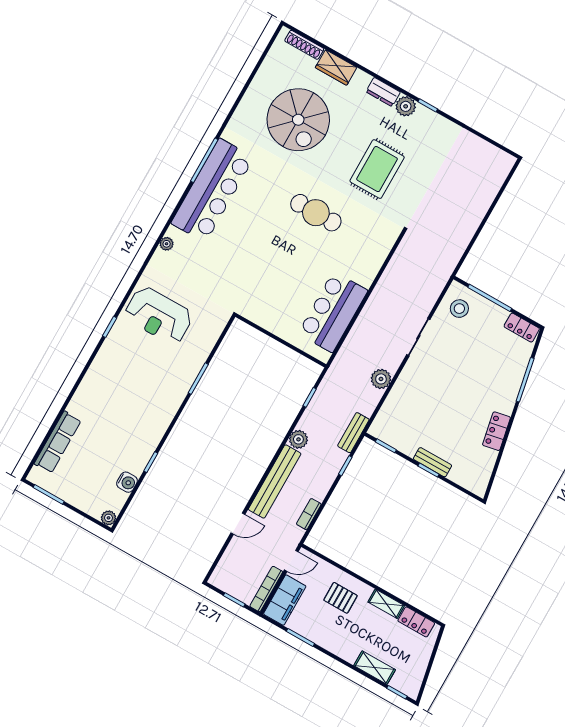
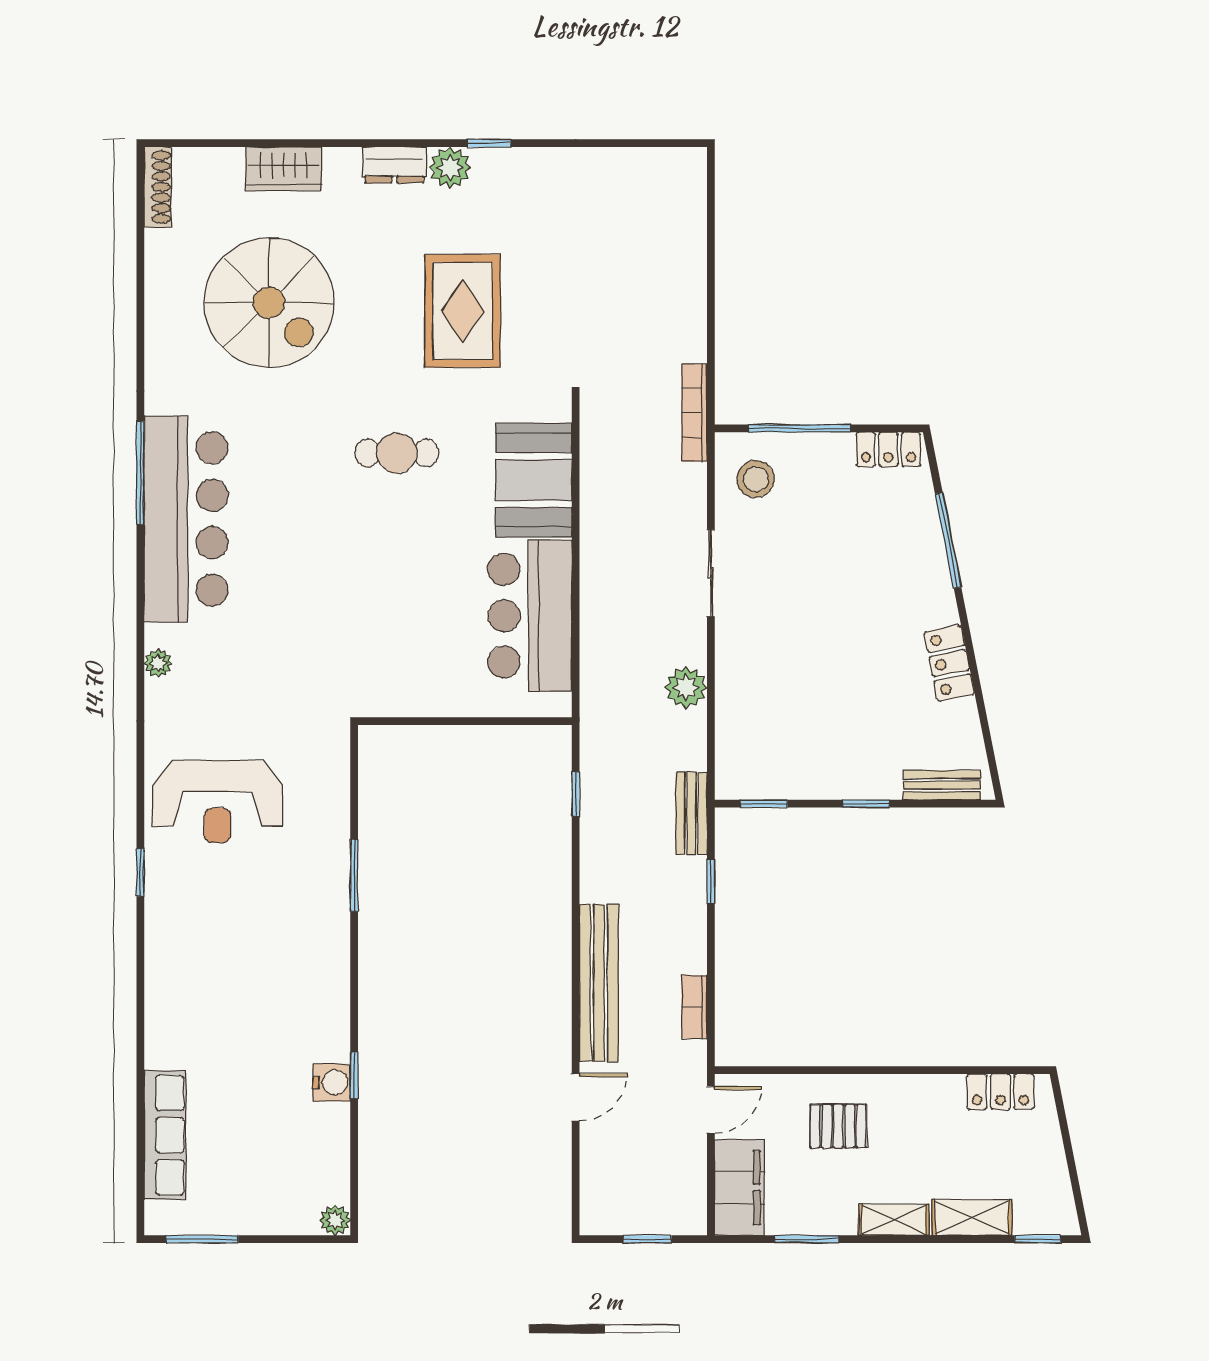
shoe rack: (304, 45) -> (158, 187), moved, turned -90
cafe table: (316, 213) -> (397, 453), width x0.73, depth x0.74
booth: (367, 256) -> (534, 480), added
plant: (298, 439) -> (599, 882), removed
bench: (433, 462) -> (942, 785), moved
water cooler: (127, 482) -> (332, 1082), moved
bookcase: (266, 589) -> (695, 413), moved
shelving: (386, 604) -> (894, 1220), moved

